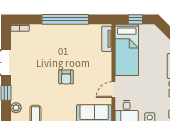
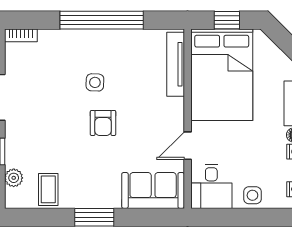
tv unit: (107, 39) -> (176, 64), width x1.41
bed: (127, 50) -> (222, 75), width x1.50
side table: (62, 54) -> (95, 82), added

